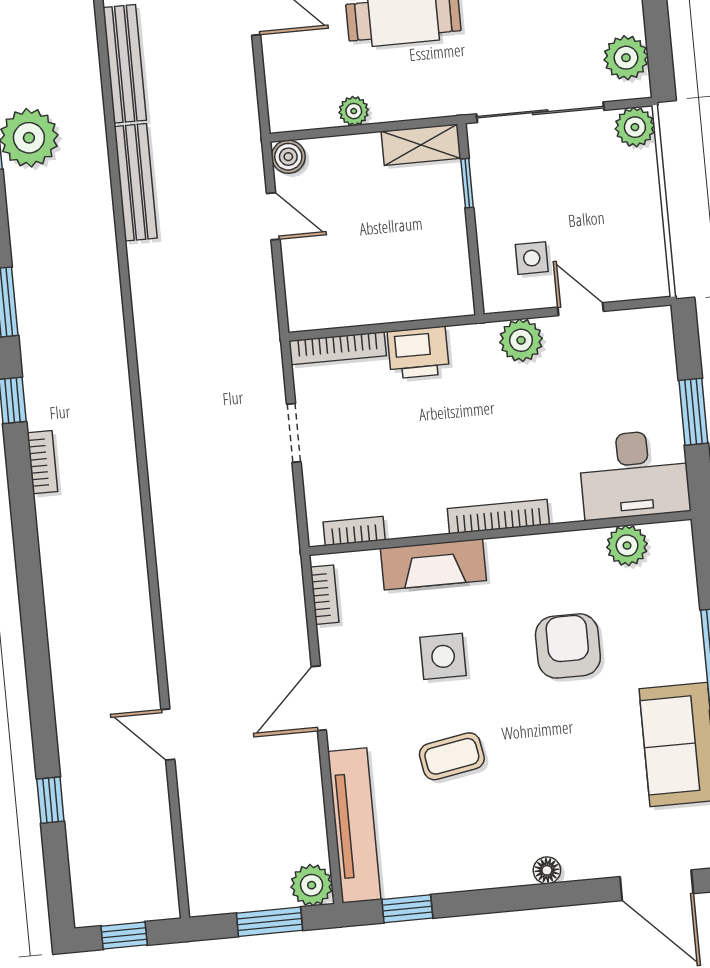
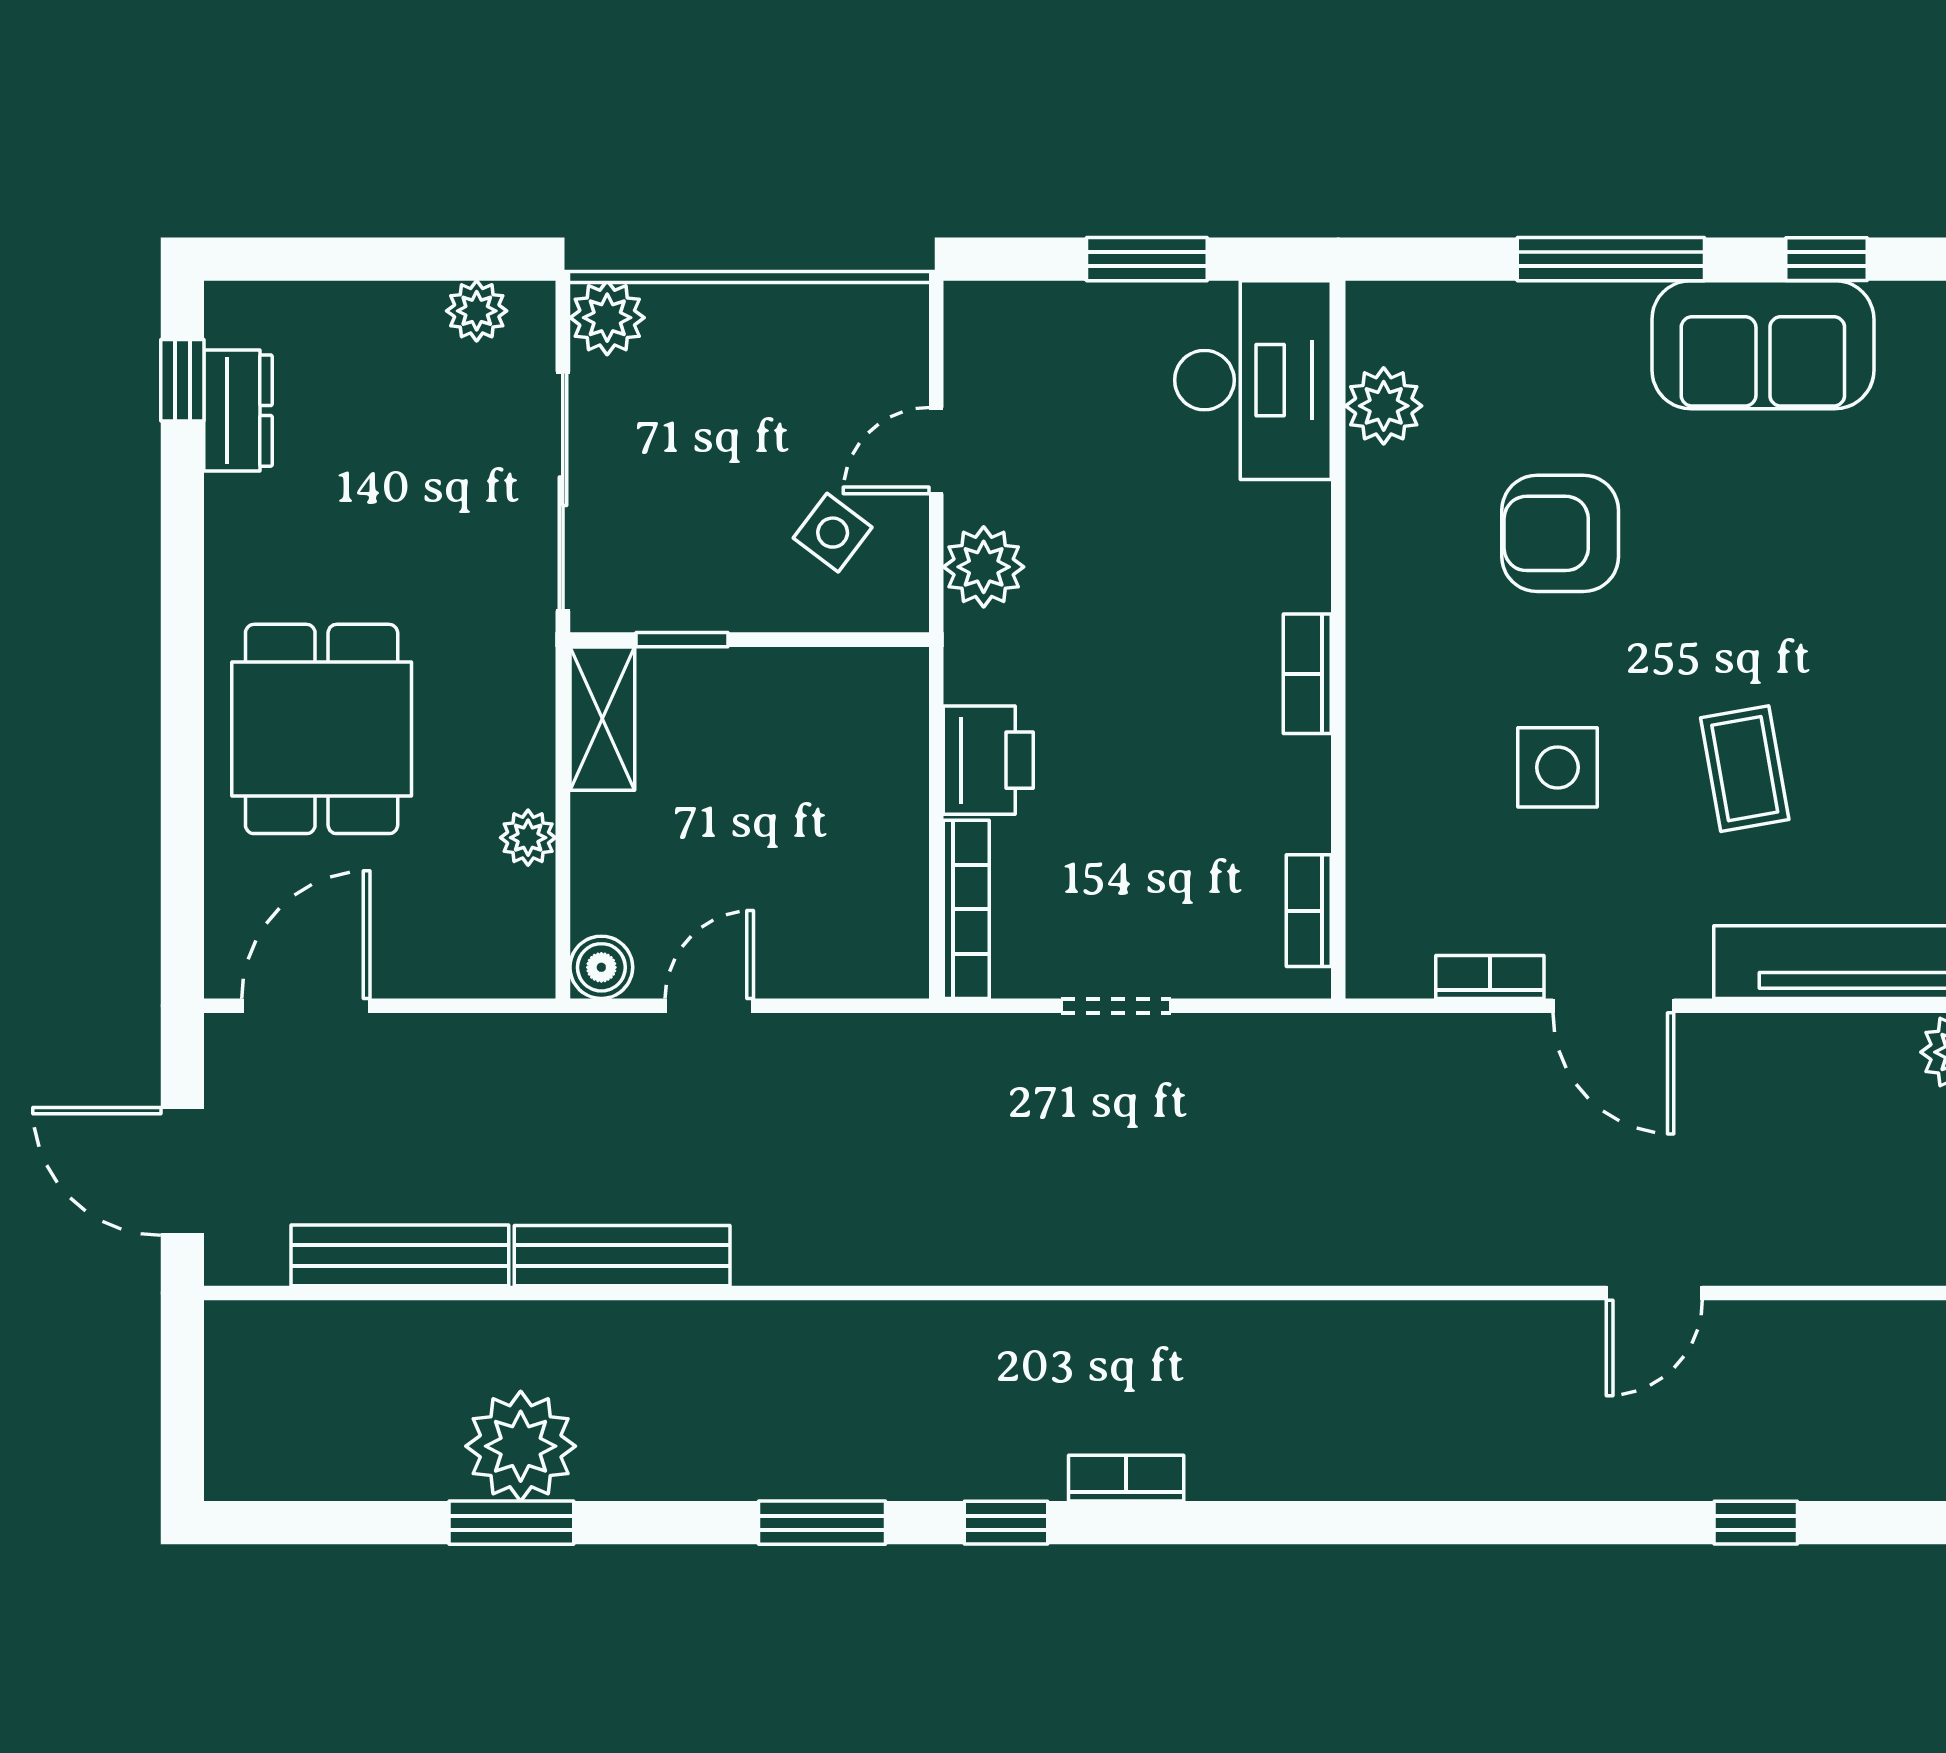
plant: (626, 58) -> (477, 311), width x0.73, depth x0.73
side table: (532, 258) -> (833, 533), turned 37
bookcase: (498, 517) -> (1307, 674), width x0.64
fireplace: (433, 564) -> (1385, 769), removed
bookcase: (325, 595) -> (1490, 977), moved

